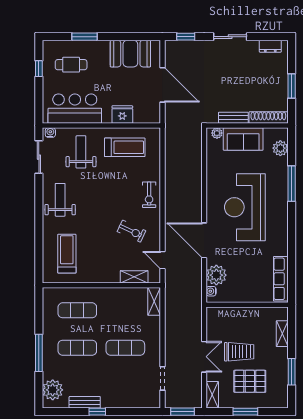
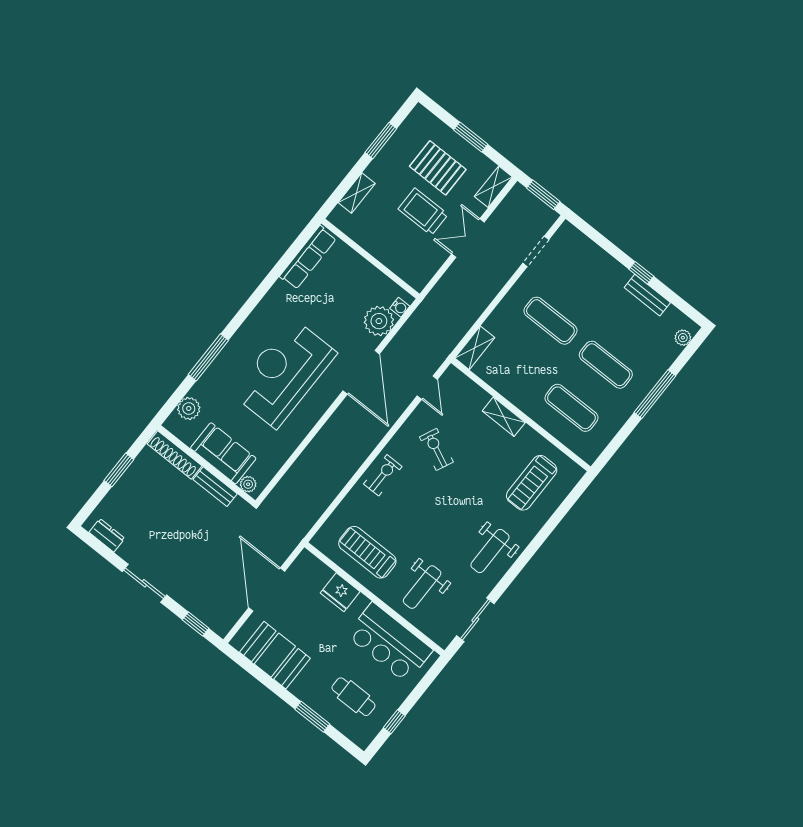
water cooler: (50, 133) -> (440, 637), removed
reception desk: (245, 207) -> (284, 373), turned 180
shelving: (134, 277) -> (504, 417), moved
plant: (53, 390) -> (683, 338), width x0.53, depth x0.53

